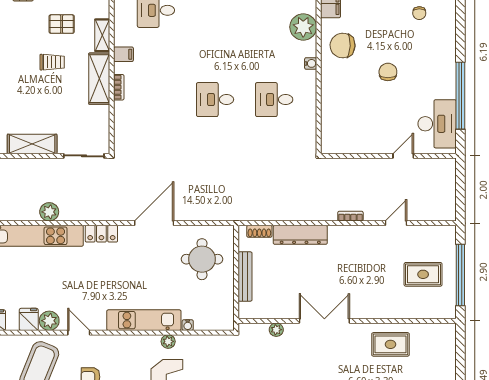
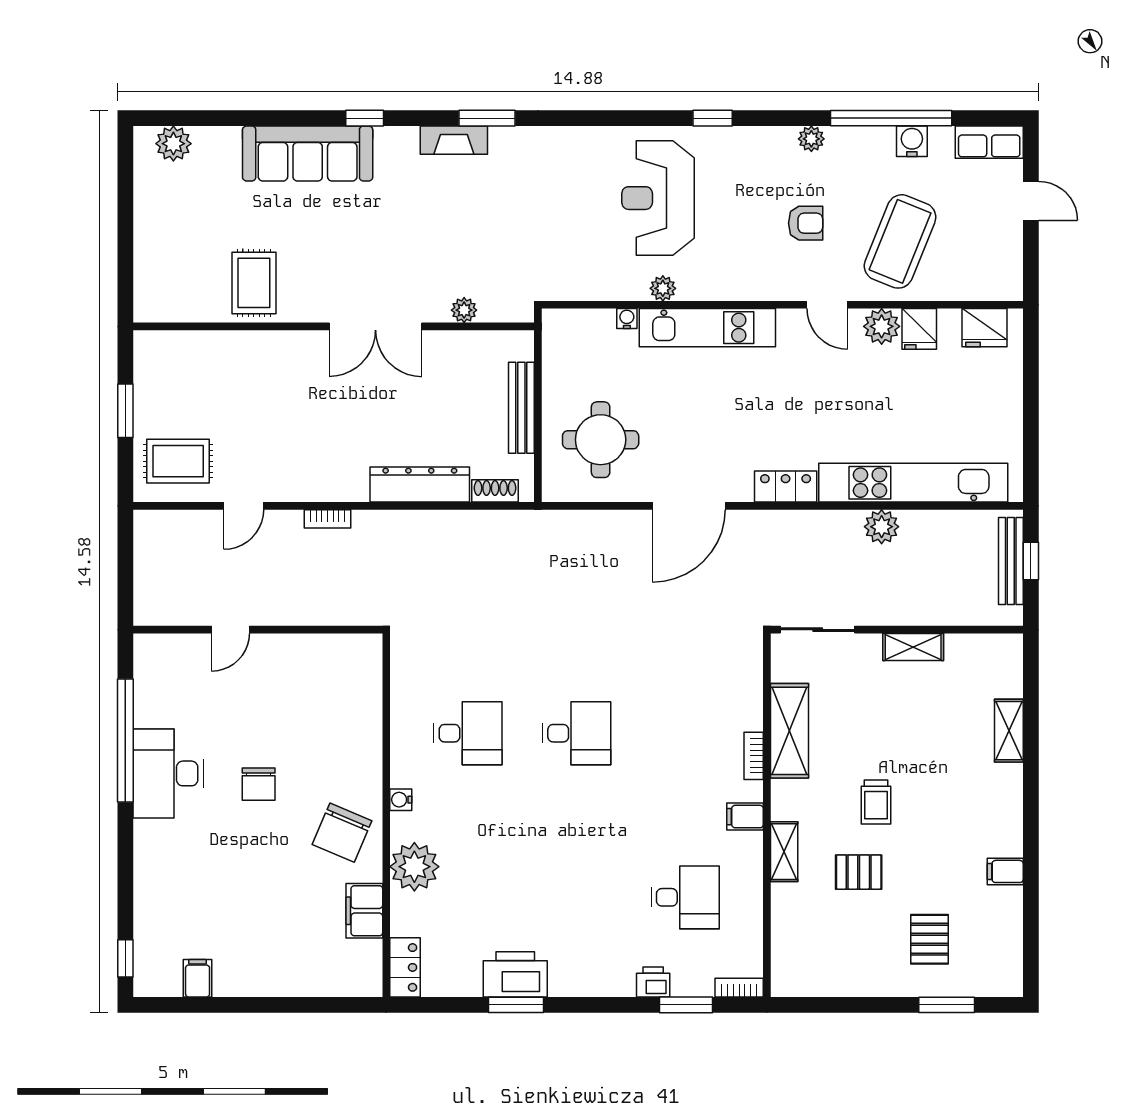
chair: (419, 13) -> (201, 892), removed
chair: (343, 46) -> (342, 833), turned 110
trolley: (52, 62) -> (876, 802), turned -90
shelving: (99, 79) -> (790, 731), moved
desk: (437, 124) -> (168, 773), moved
shelving: (32, 144) -> (913, 647), width x0.67, depth x0.75
rug: (423, 274) -> (178, 461), moved
window: (460, 275) -> (125, 411), width x0.47
rug: (390, 344) -> (254, 283), turned 90

